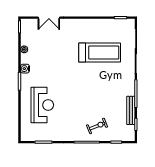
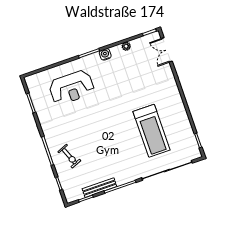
double door: (49, 18) -> (167, 50), moved

